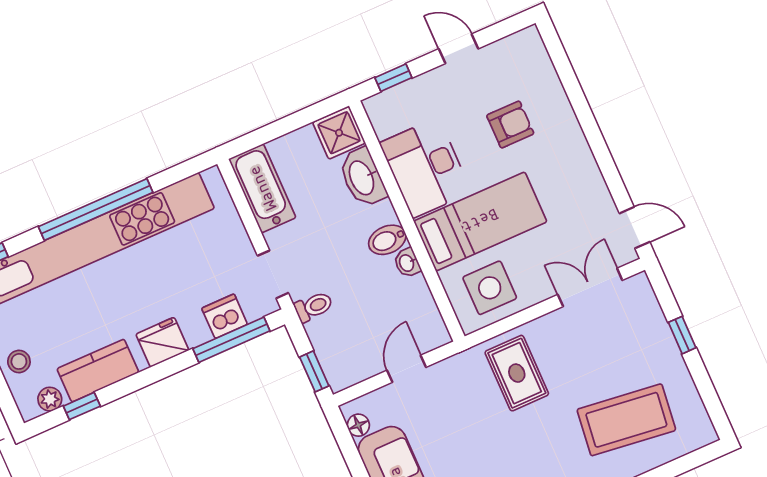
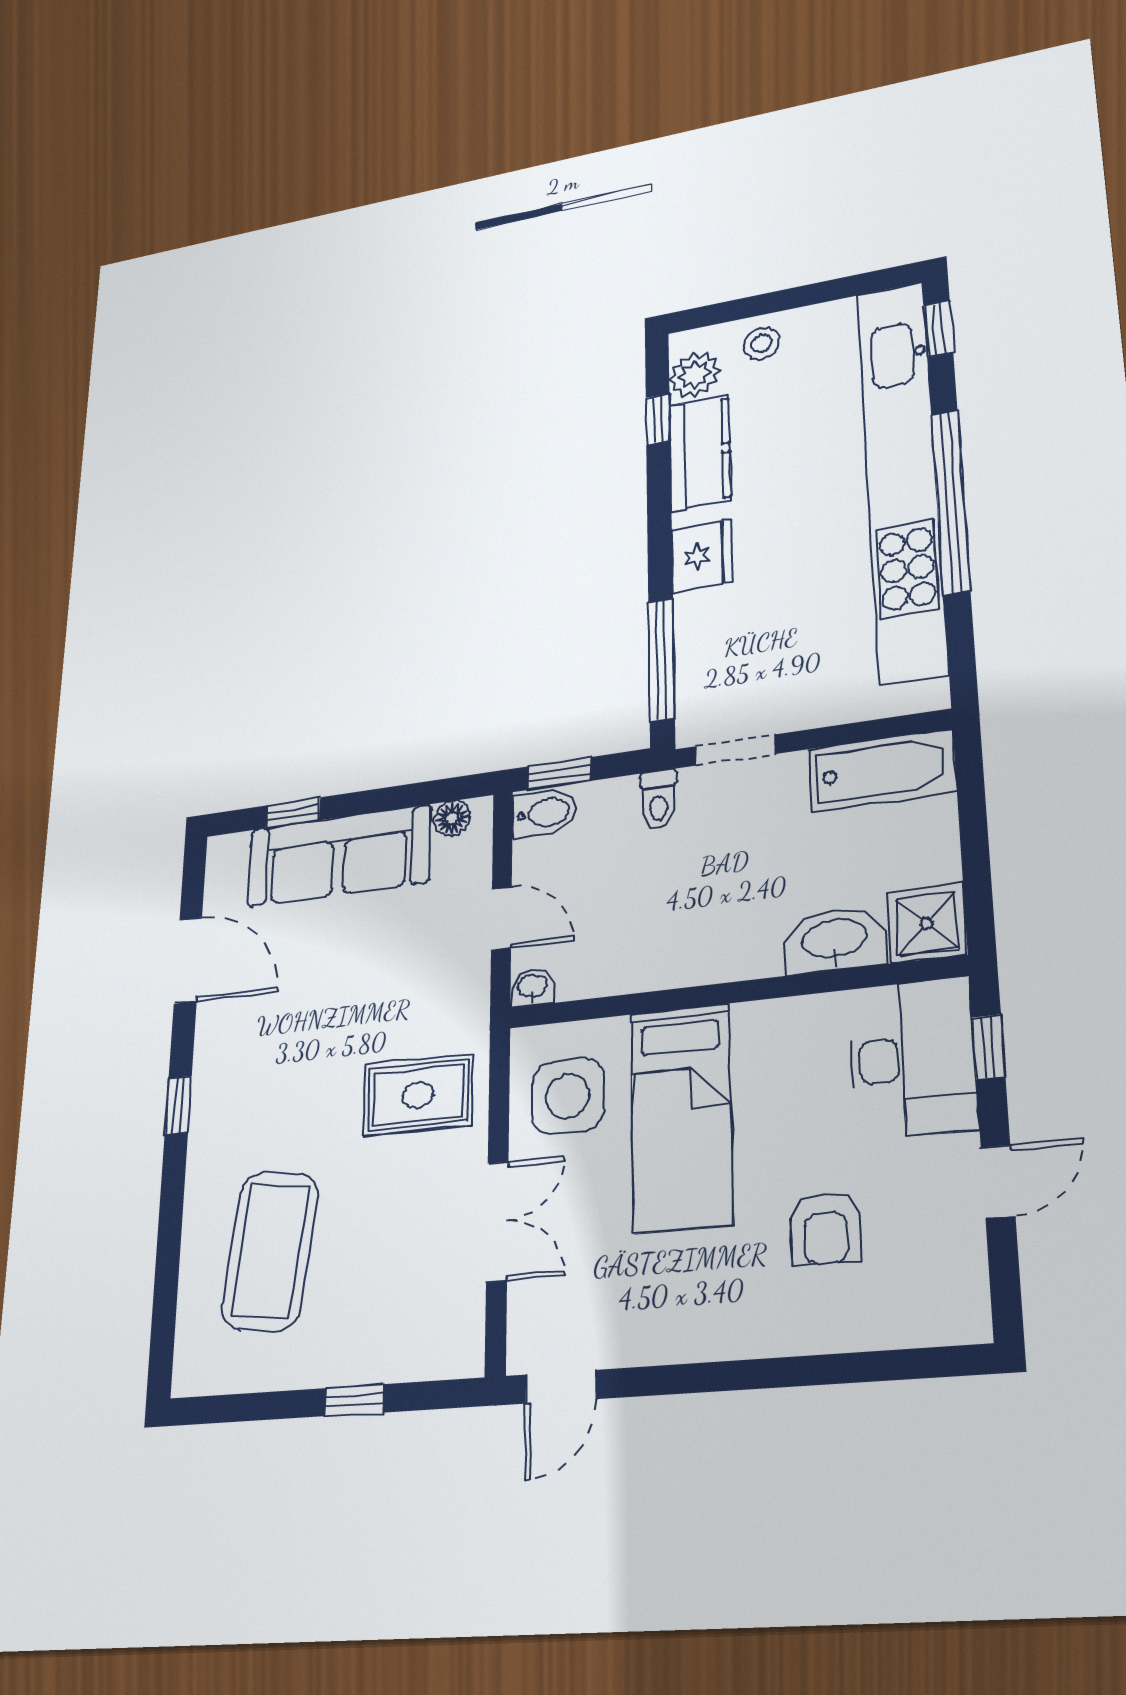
desk: (425, 168) -> (912, 1058), moved, turned 90
bidet: (387, 240) -> (544, 813), moved, turned 90
washbasin: (407, 263) -> (532, 987), moved
double door: (590, 287) -> (497, 1222), moved
dishwasher: (225, 316) -> (702, 658), removed
plant: (50, 399) -> (695, 375), width x1.38, depth x1.38

